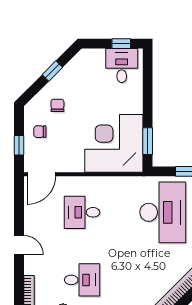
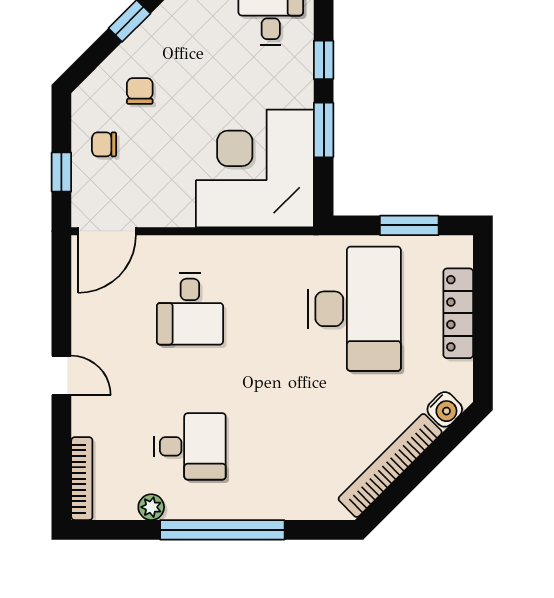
window: (148, 90) -> (324, 60), added
window: (148, 141) -> (324, 130), moved
desk: (82, 212) -> (190, 309), turned -90

